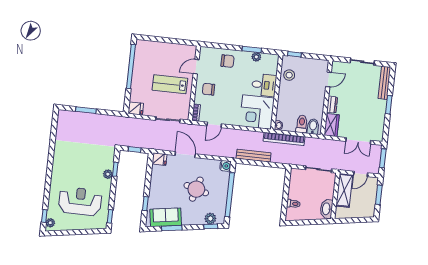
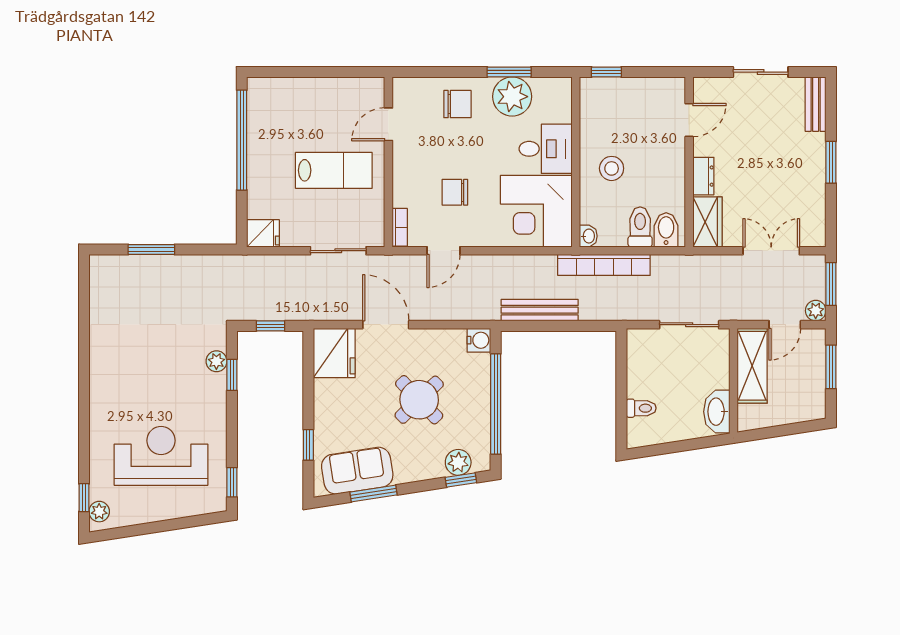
plant: (256, 57) -> (512, 97), width x1.88, depth x1.88
stool: (289, 75) -> (612, 168), moved
bench: (384, 83) -> (816, 104), width x0.73
lab bench: (170, 84) -> (334, 170), turned 180
chair: (209, 89) -> (455, 192), moved
double door: (358, 141) -> (771, 251), swing flipped
fridge: (159, 159) -> (334, 353), width x1.88, depth x1.34
plant: (375, 169) -> (816, 311), added
plant: (108, 174) -> (216, 361), moved
round table: (196, 189) -> (419, 400), turned 30

